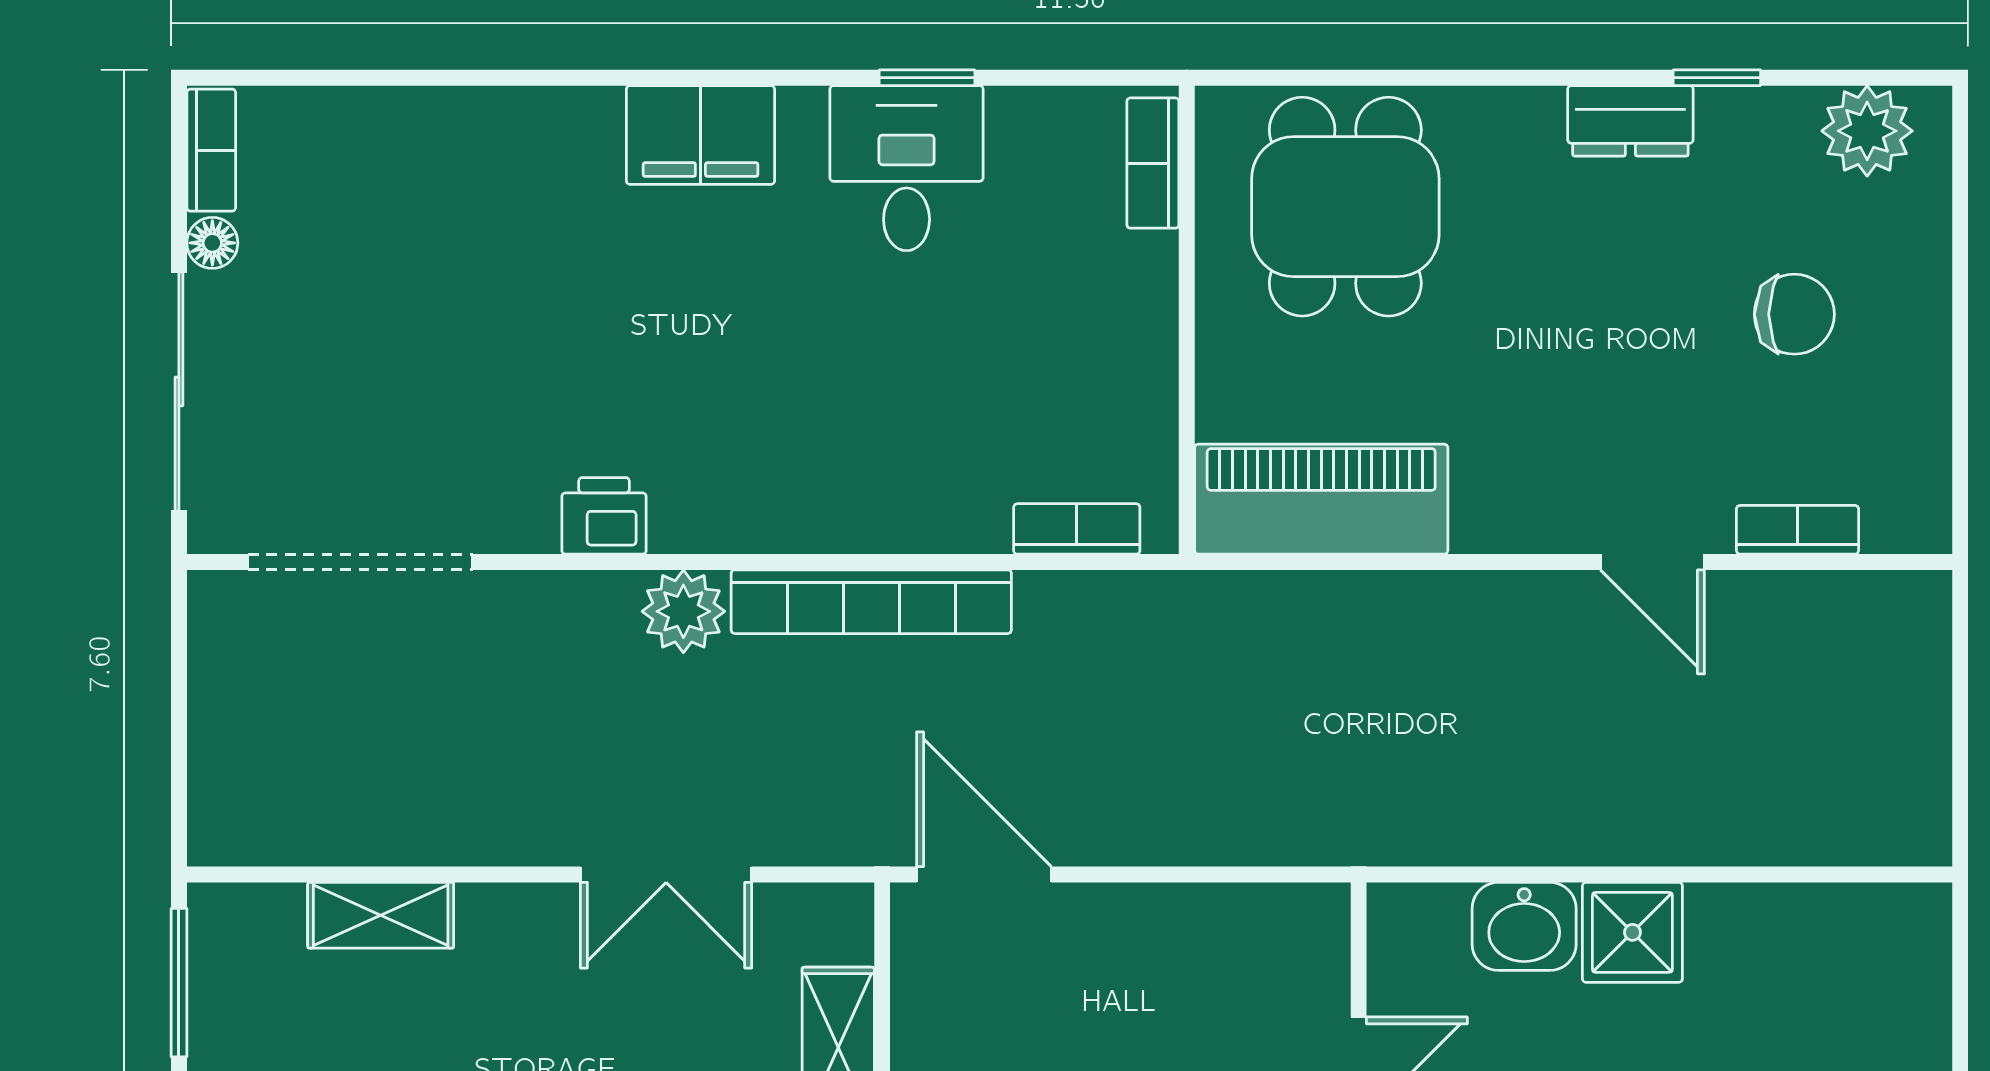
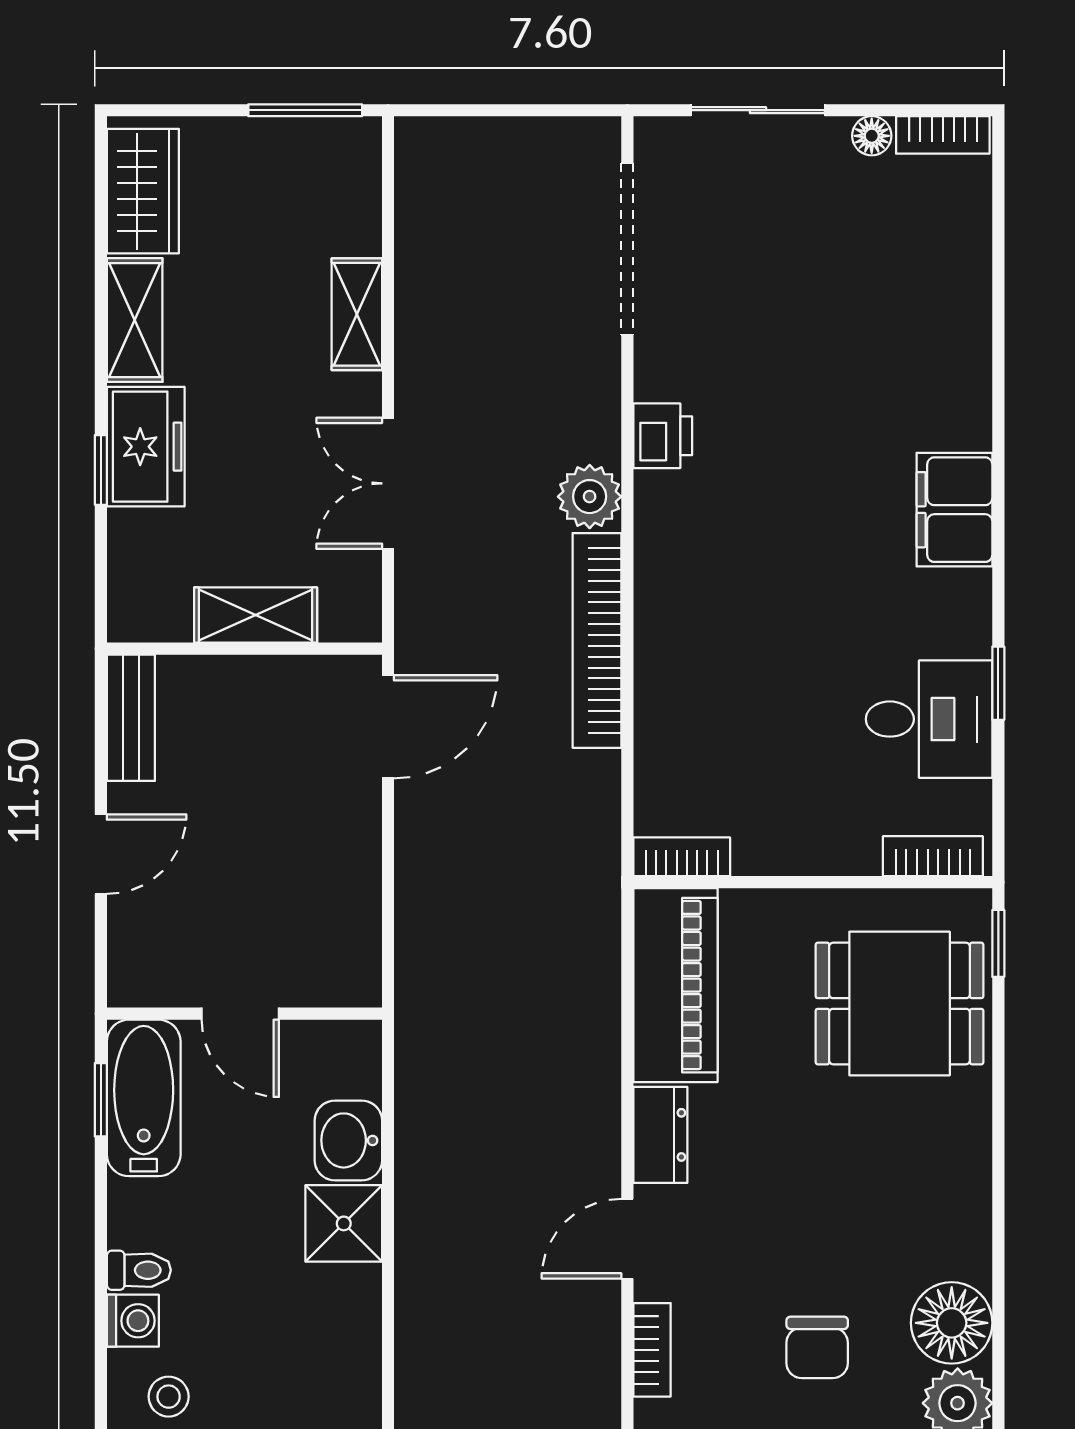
window: (1717, 78) -> (998, 943), moved
dresser: (1630, 121) -> (660, 1135), moved, turned 180
floor lamp: (1762, 139) -> (952, 1323), added
desk: (907, 168) -> (929, 719), moved
sliding door: (179, 391) -> (758, 110), width x0.73
bookcase: (1077, 529) -> (682, 857), moved, turned -90
shelving: (381, 915) -> (357, 314), moved

